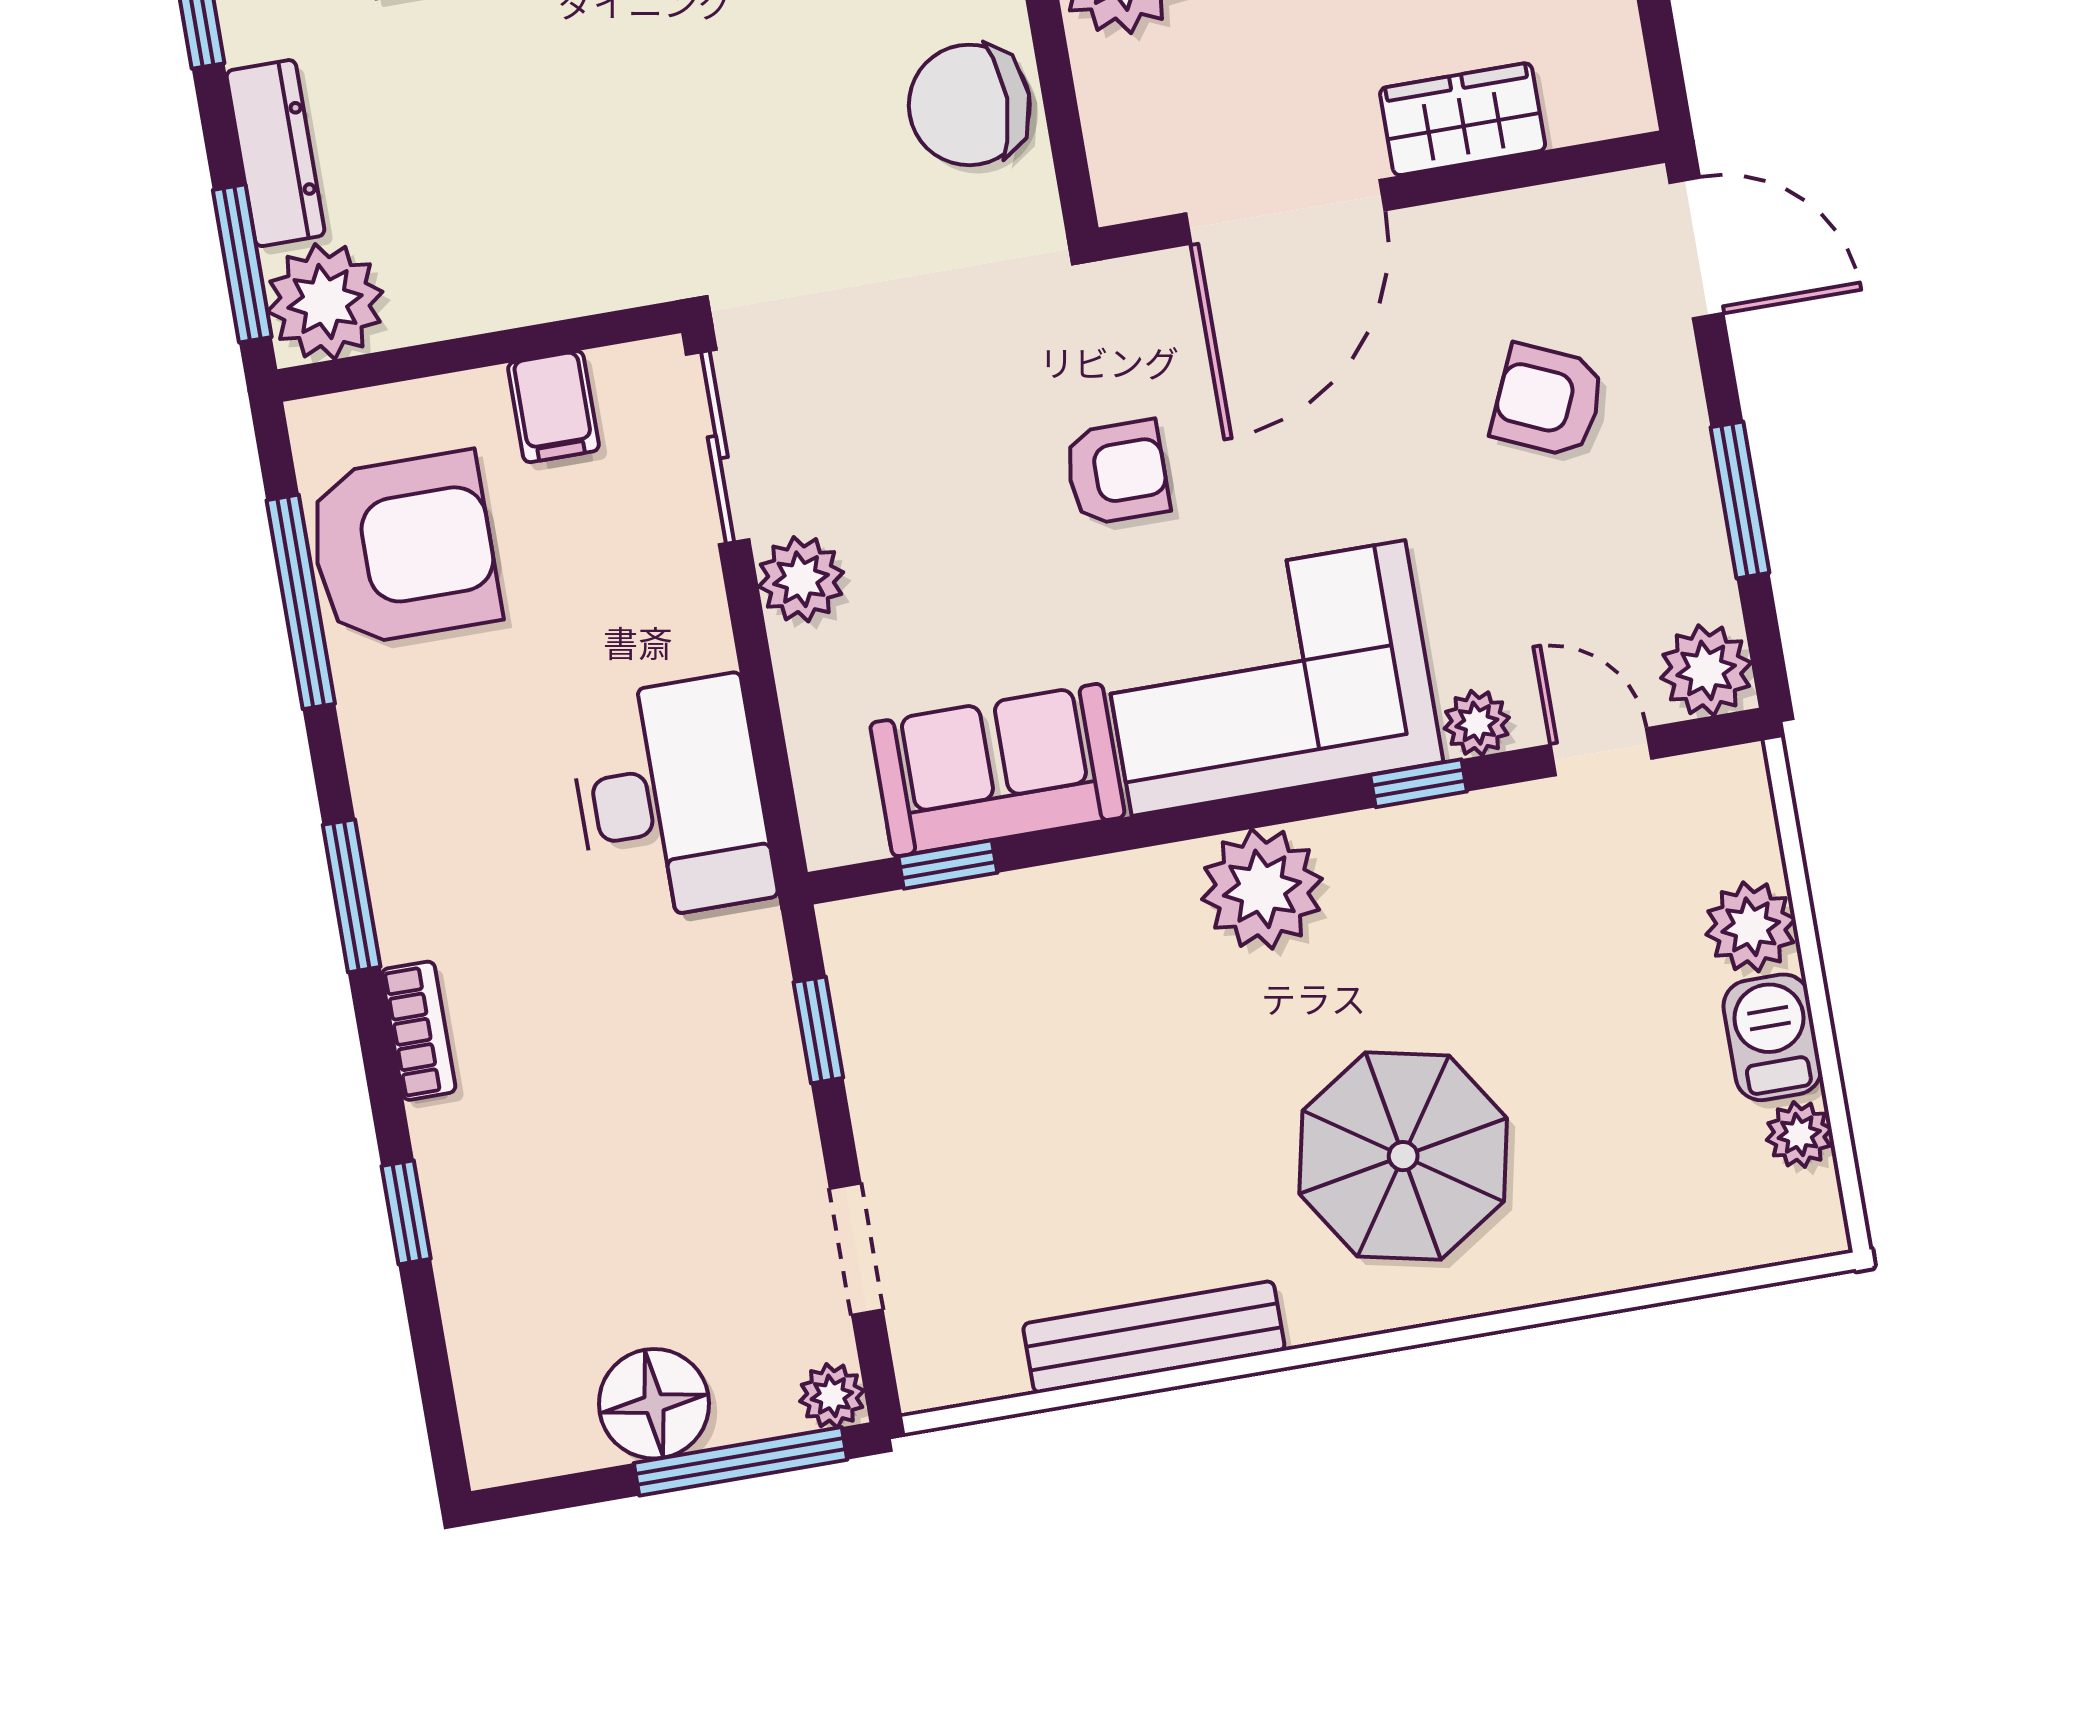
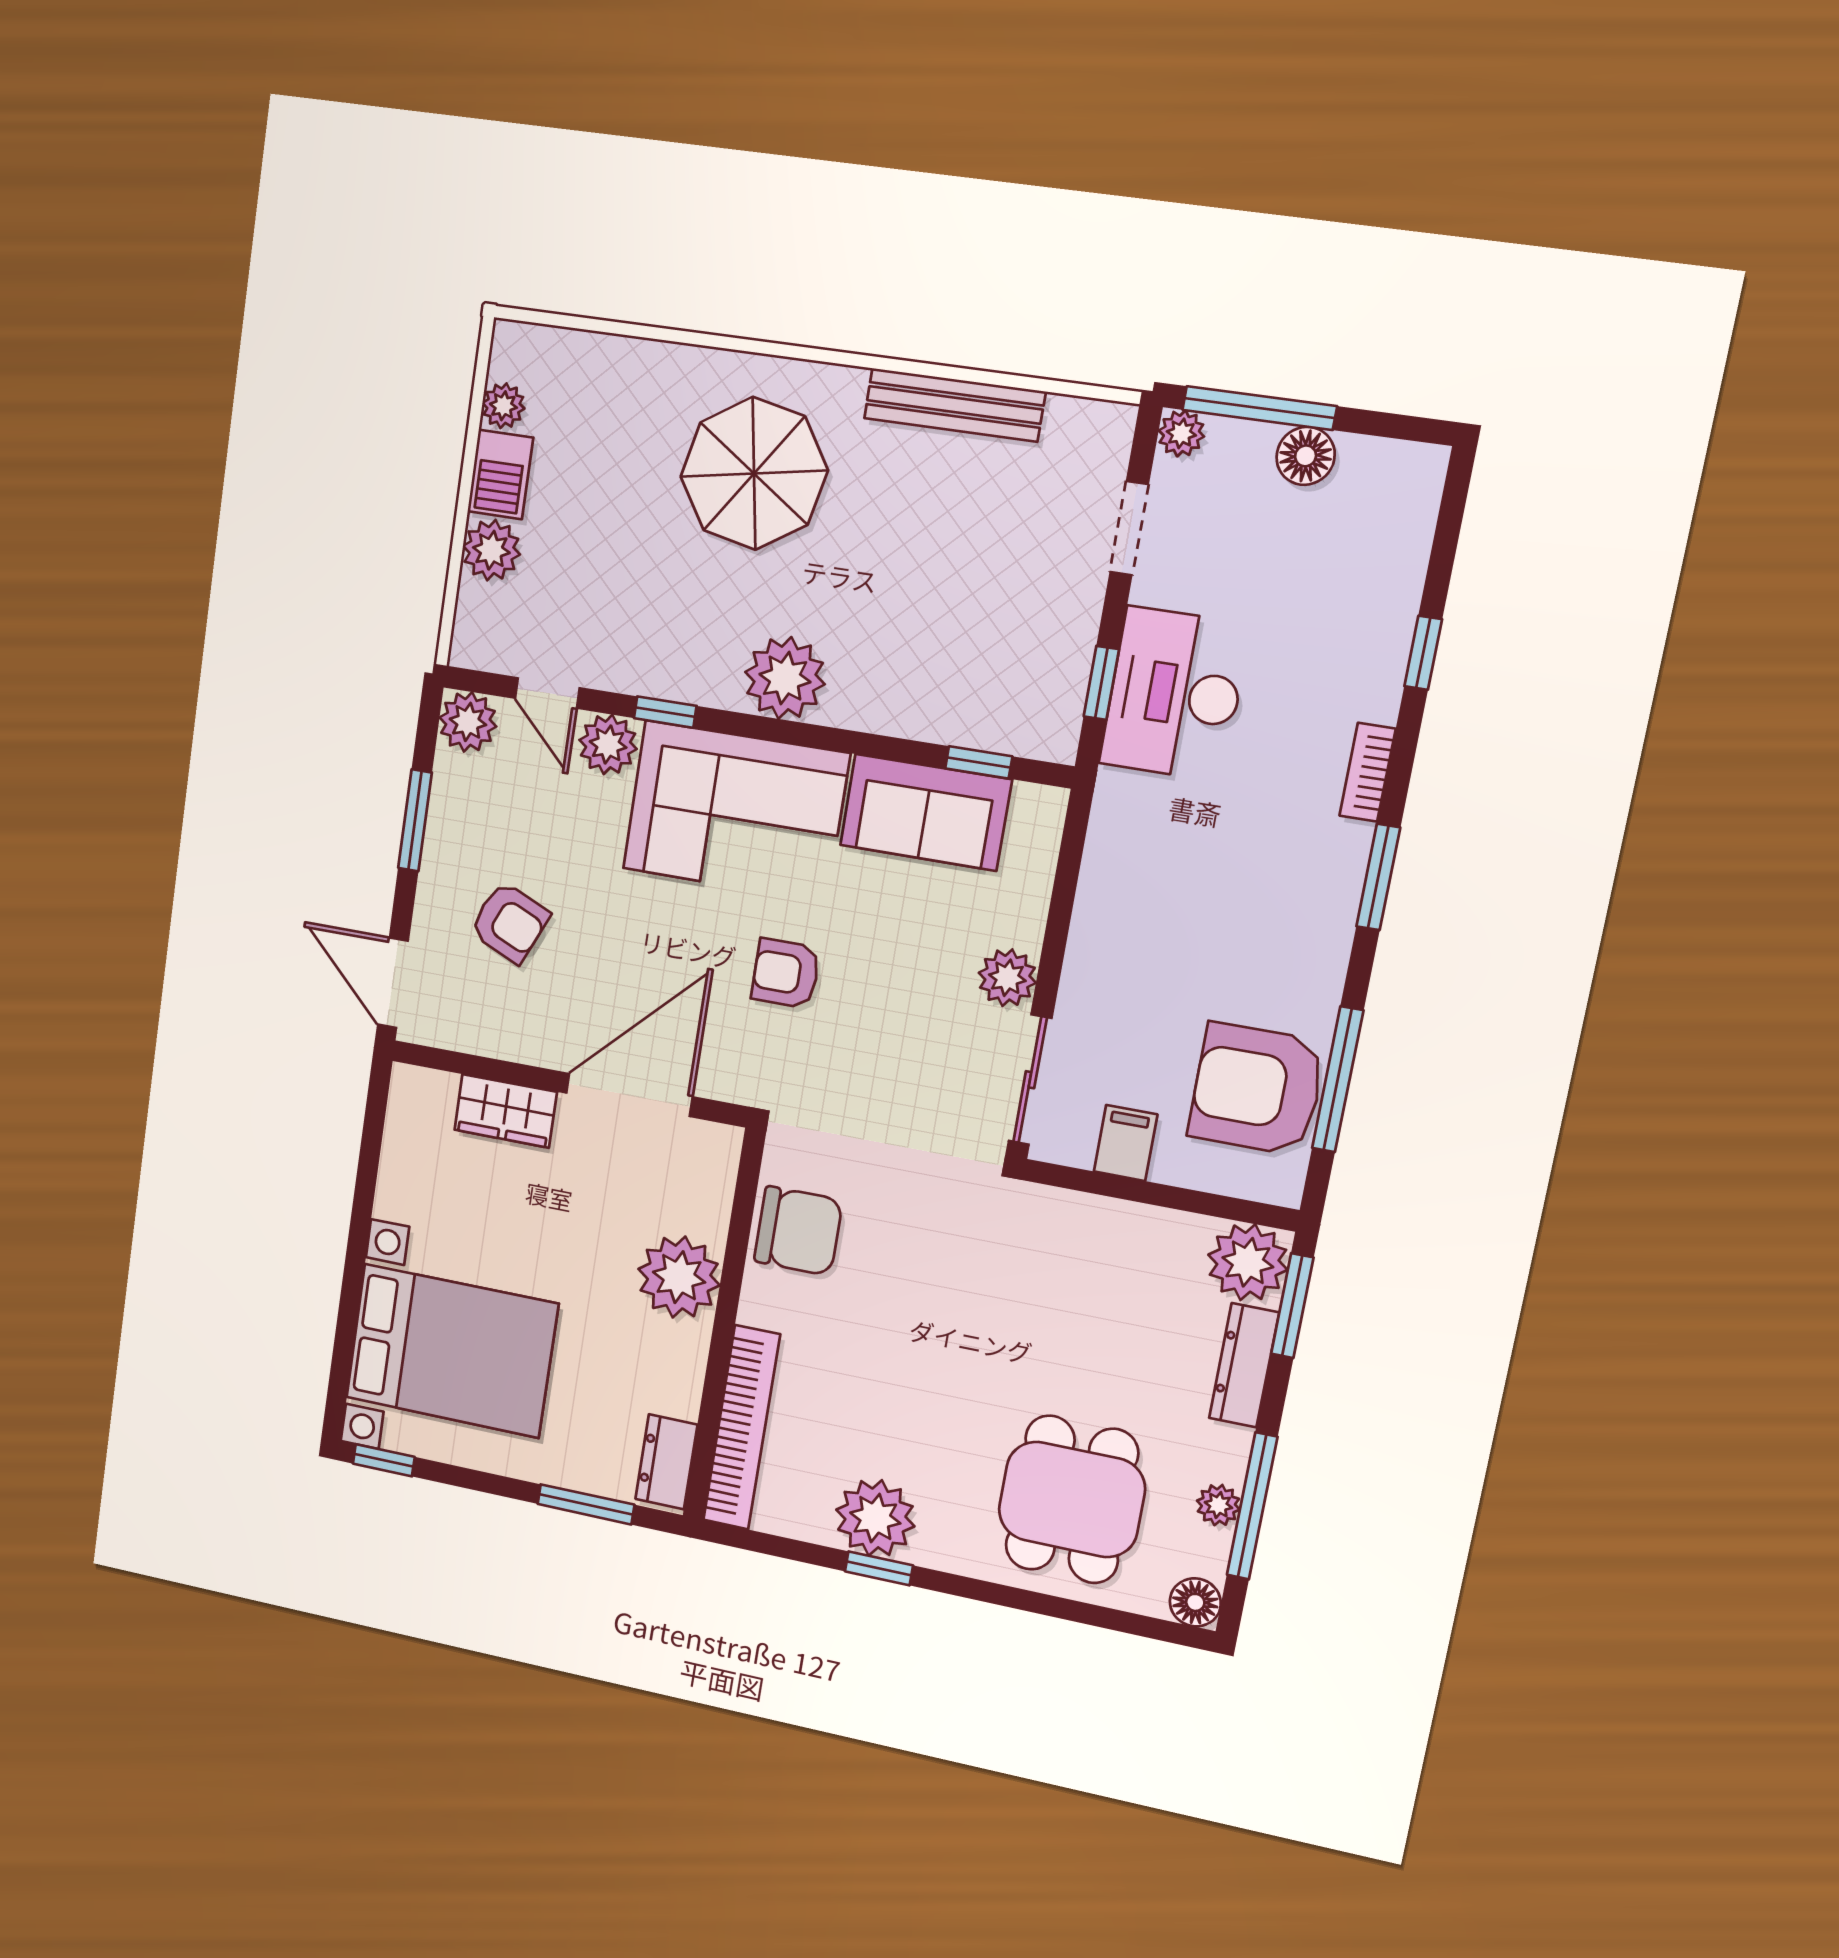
plant: (1477, 723) -> (608, 745), width x1.38, depth x1.38
desk: (671, 799) -> (1175, 694), moved
floor lamp: (654, 1404) -> (1306, 456), width x0.73, depth x0.73

